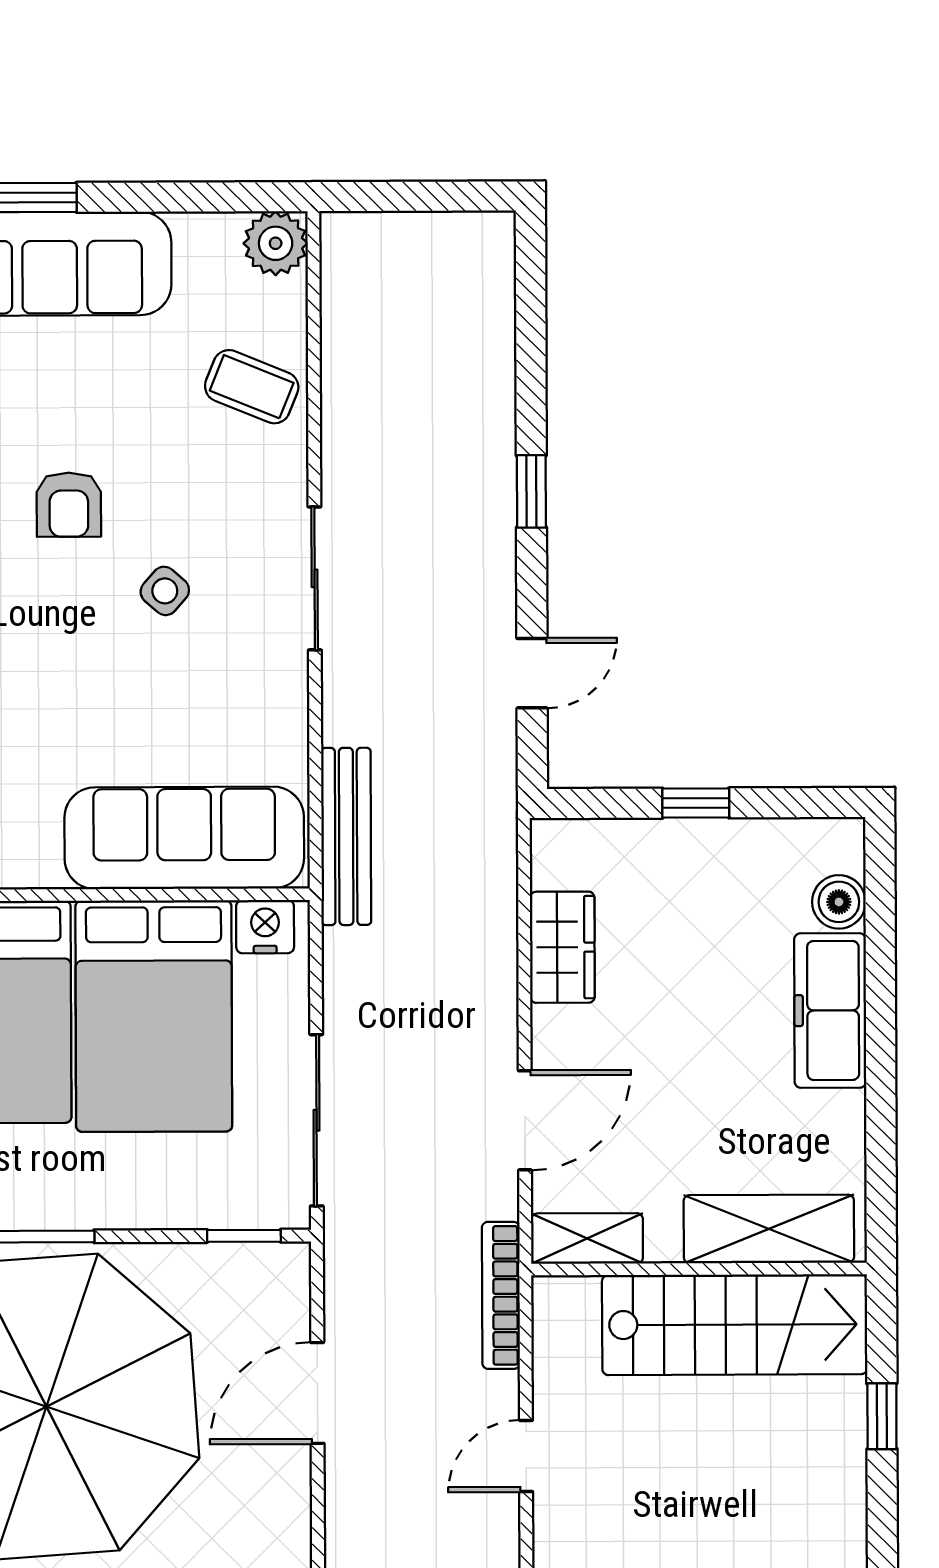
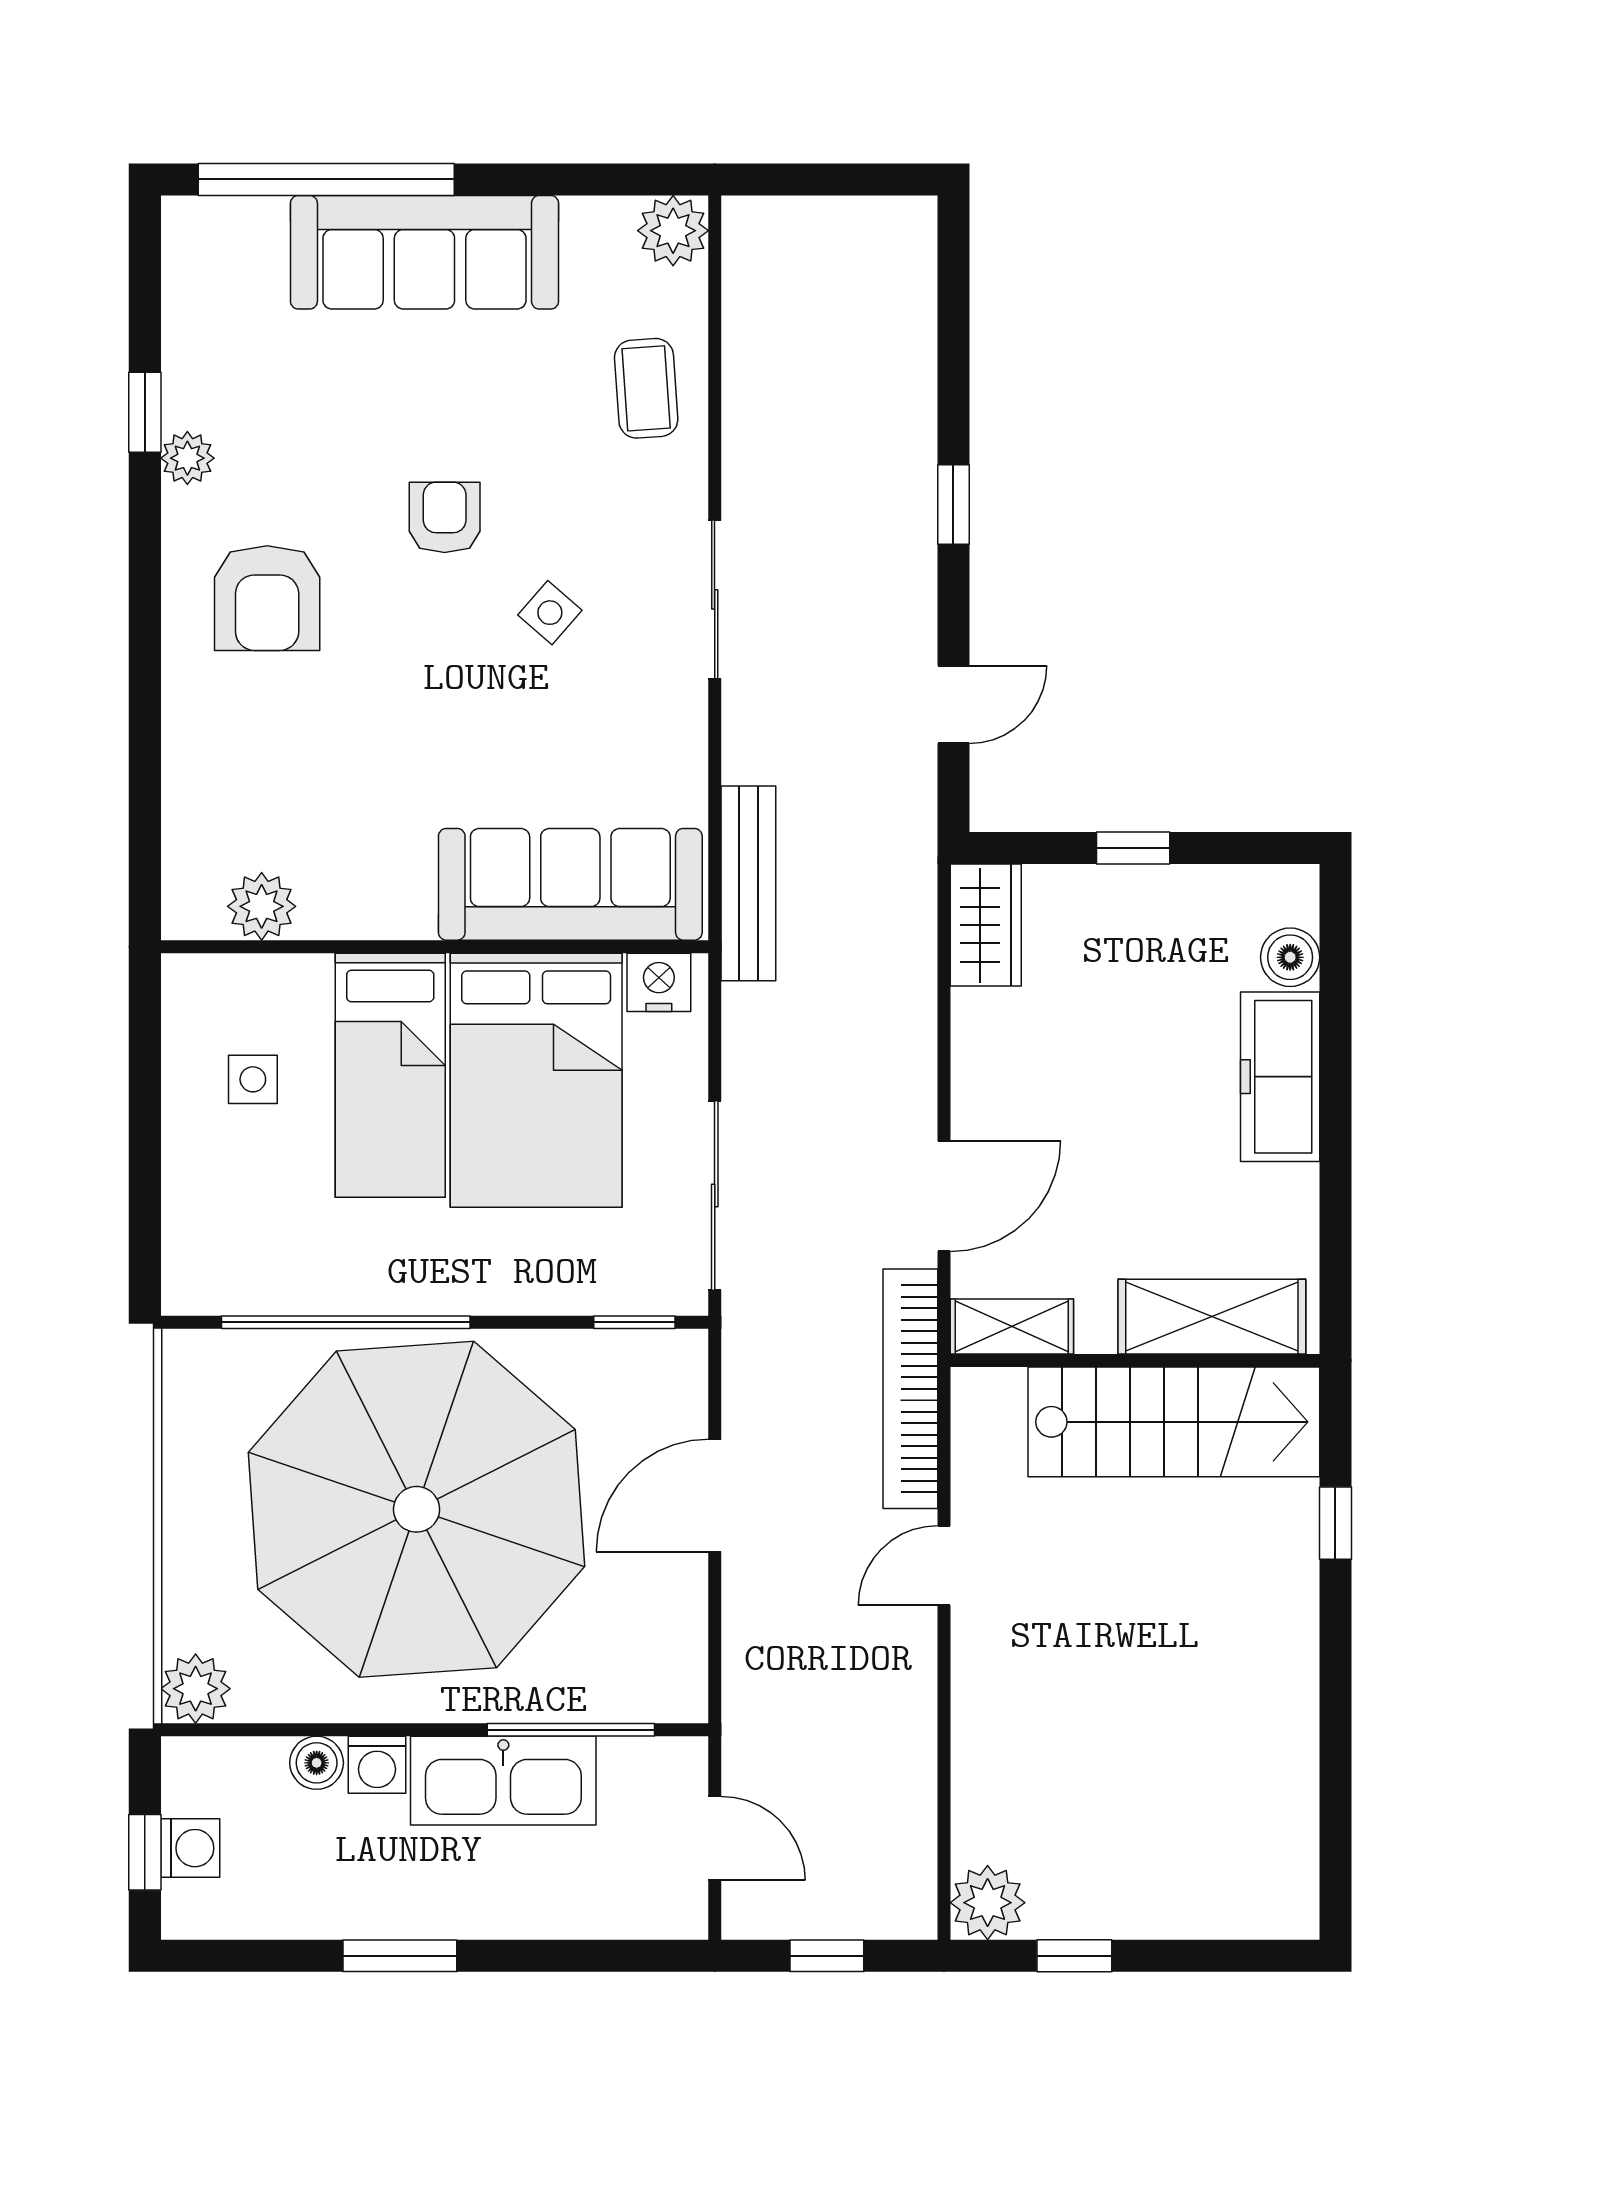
coffee table: (252, 387) -> (646, 388), turned 64
armchair: (69, 505) -> (445, 517), turned 180
wardrobe: (562, 947) -> (986, 925), moved
bookcase: (501, 1295) -> (910, 1389), width x1.48, depth x1.31

